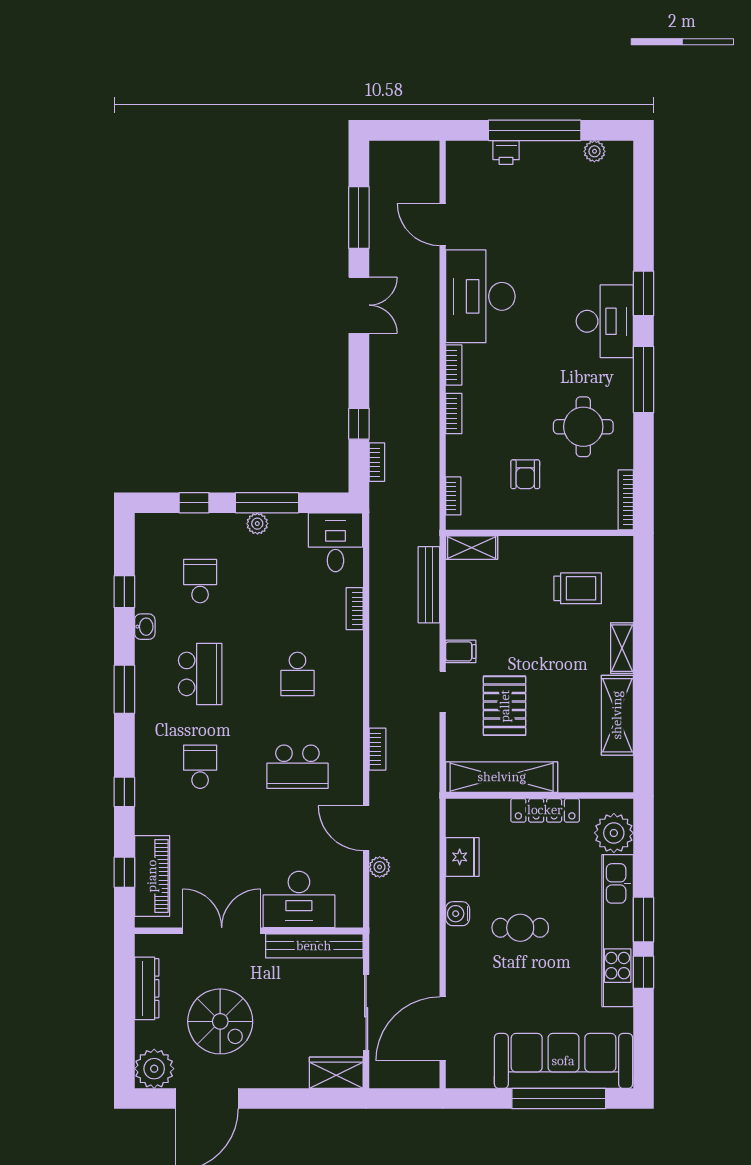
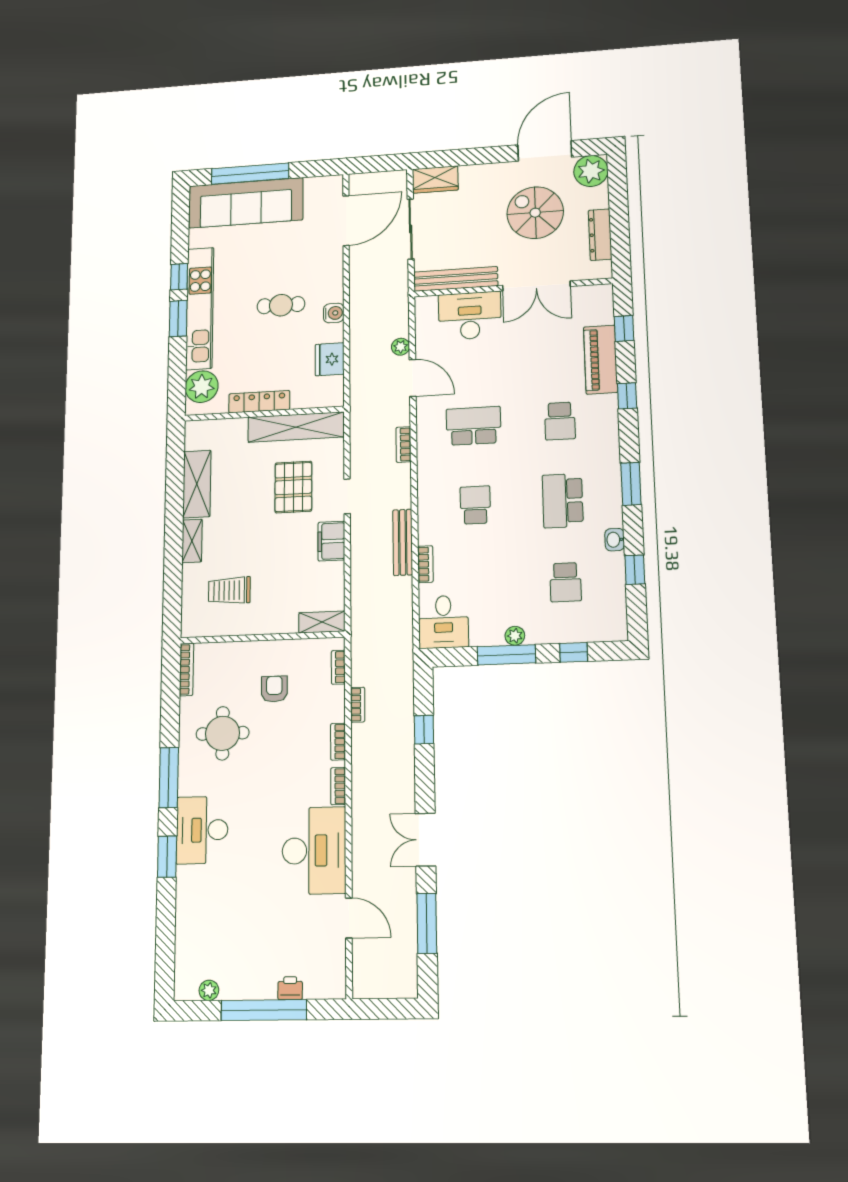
bookcase: (377, 462) -> (358, 705), moved, turned 180
bench: (429, 585) -> (403, 542), moved
filing cabinet: (461, 651) -> (331, 541), width x2.00
piano: (152, 876) -> (601, 360), moved

